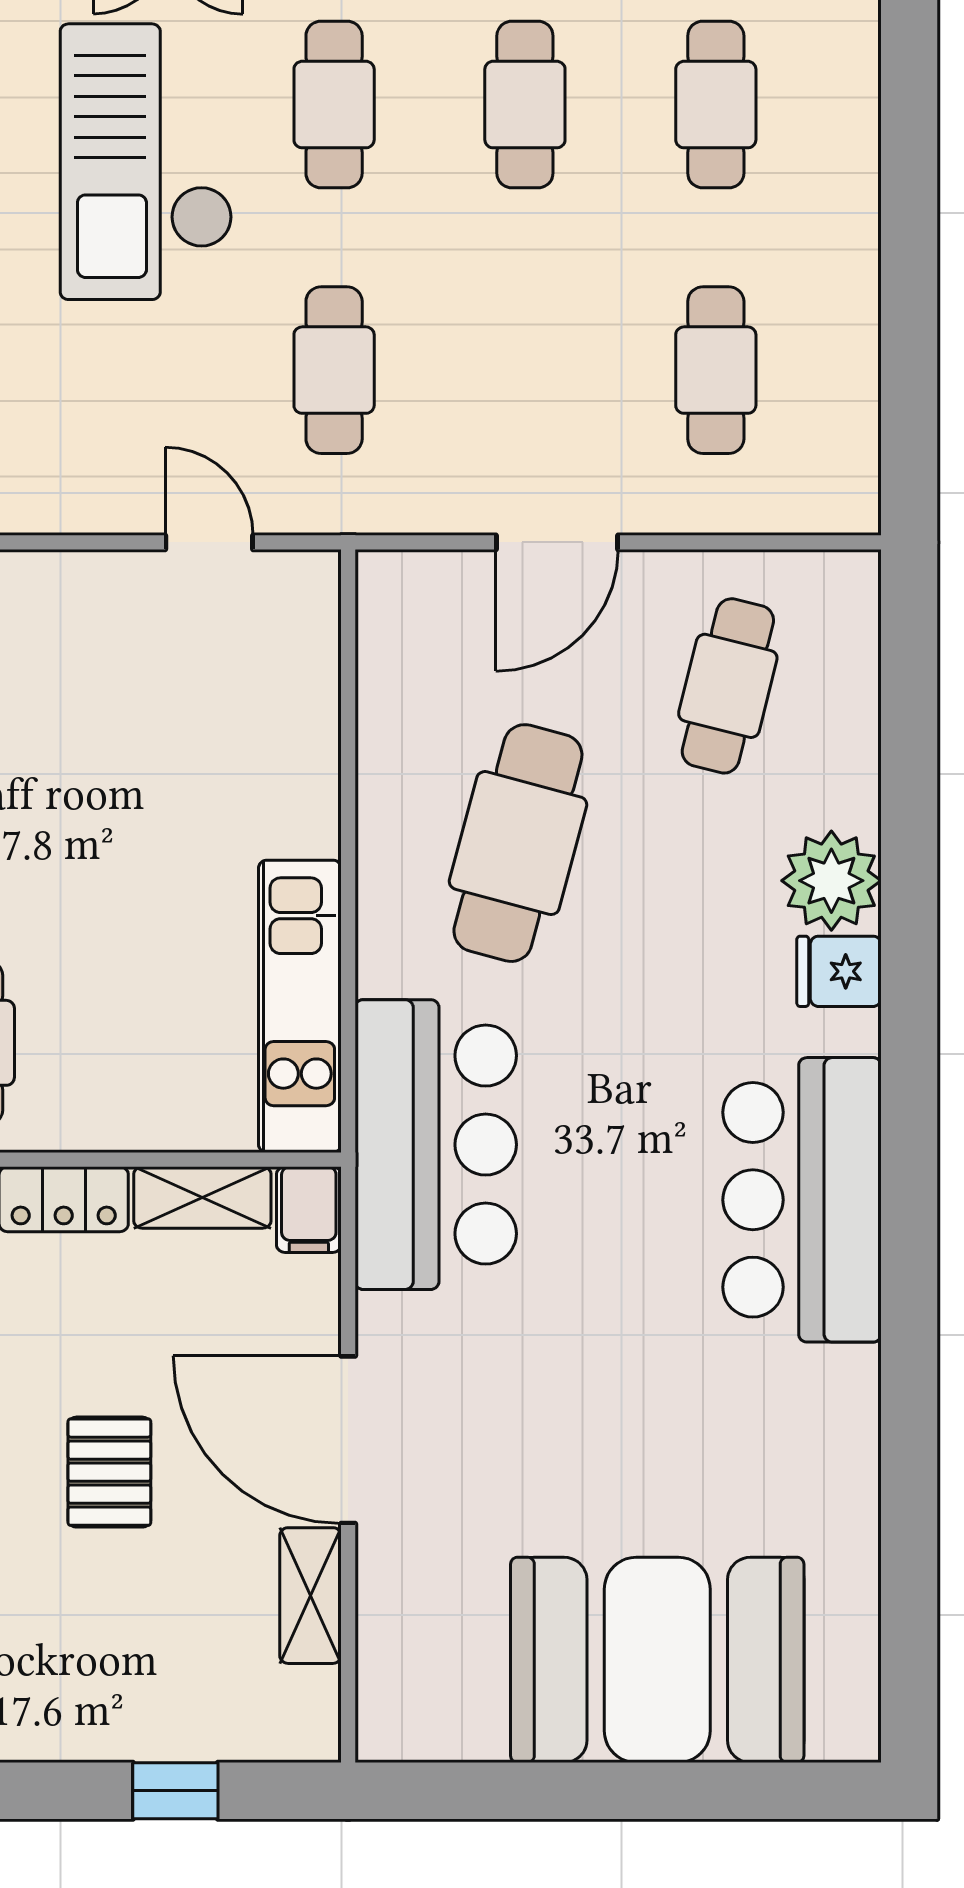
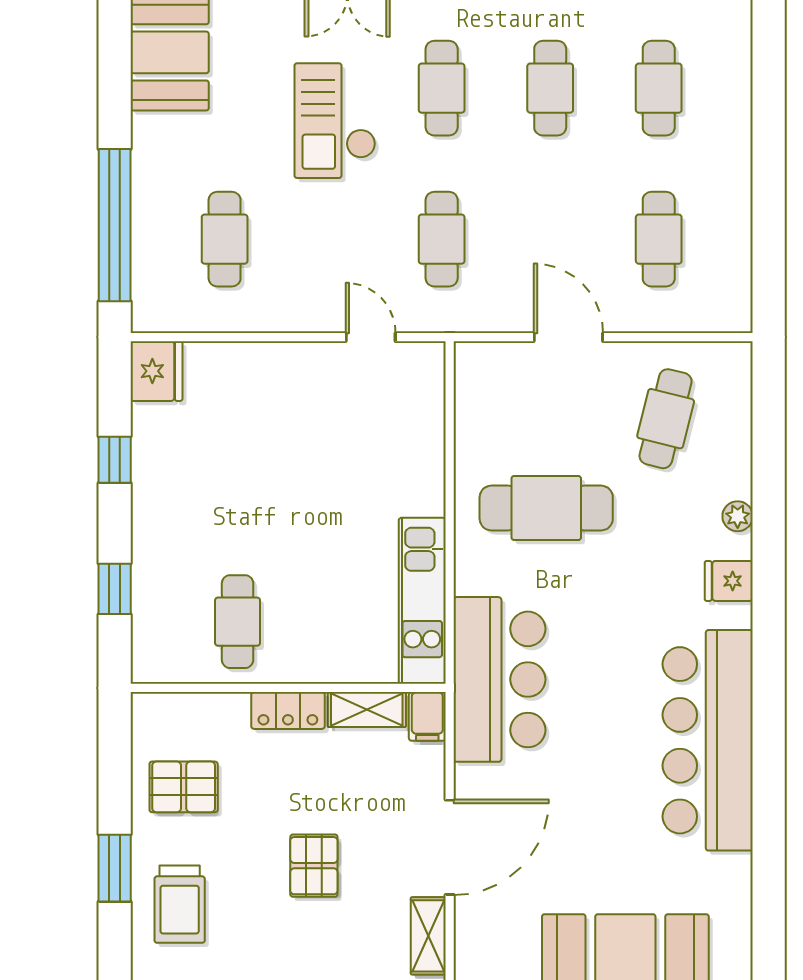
checkout: (146, 162) -> (335, 121), width x0.73, depth x0.83
door: (557, 542) -> (568, 337), swing flipped
cafe table: (518, 843) -> (546, 508), turned 75
plant: (831, 881) -> (738, 516), width x0.53, depth x0.53
bar counter: (802, 1200) -> (708, 740), width x1.36
door: (348, 1440) -> (450, 847), swing flipped

